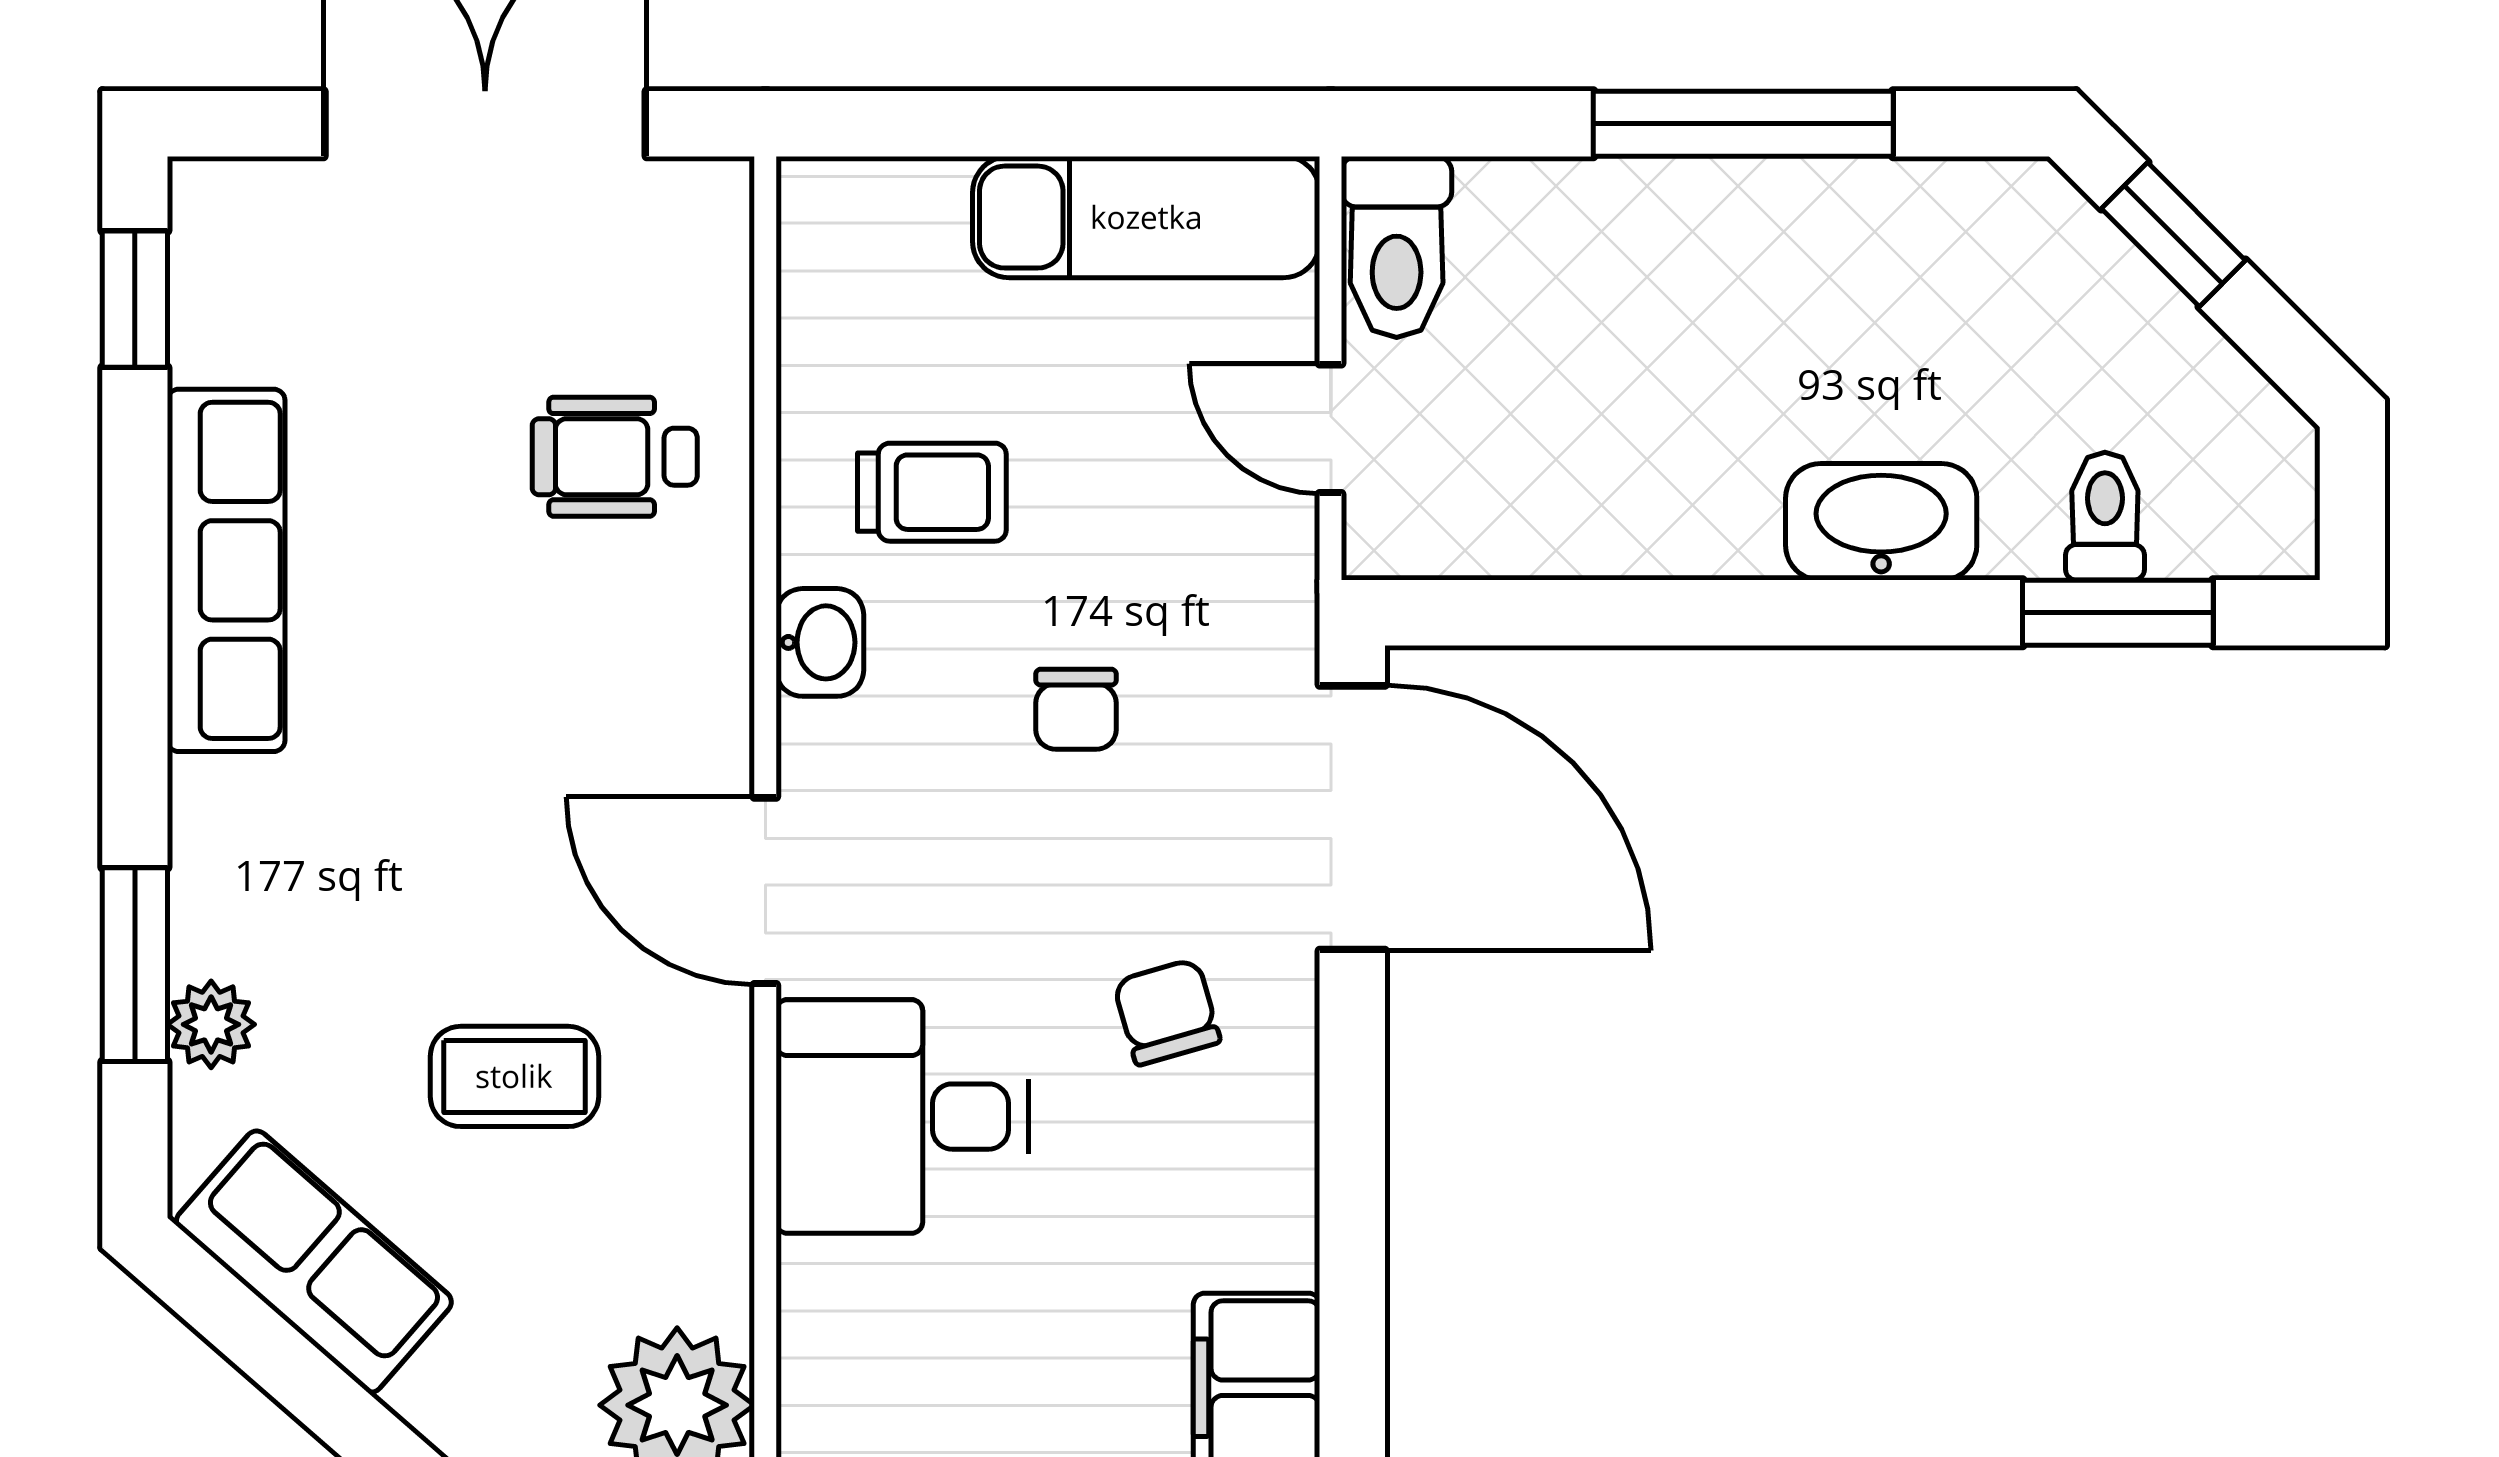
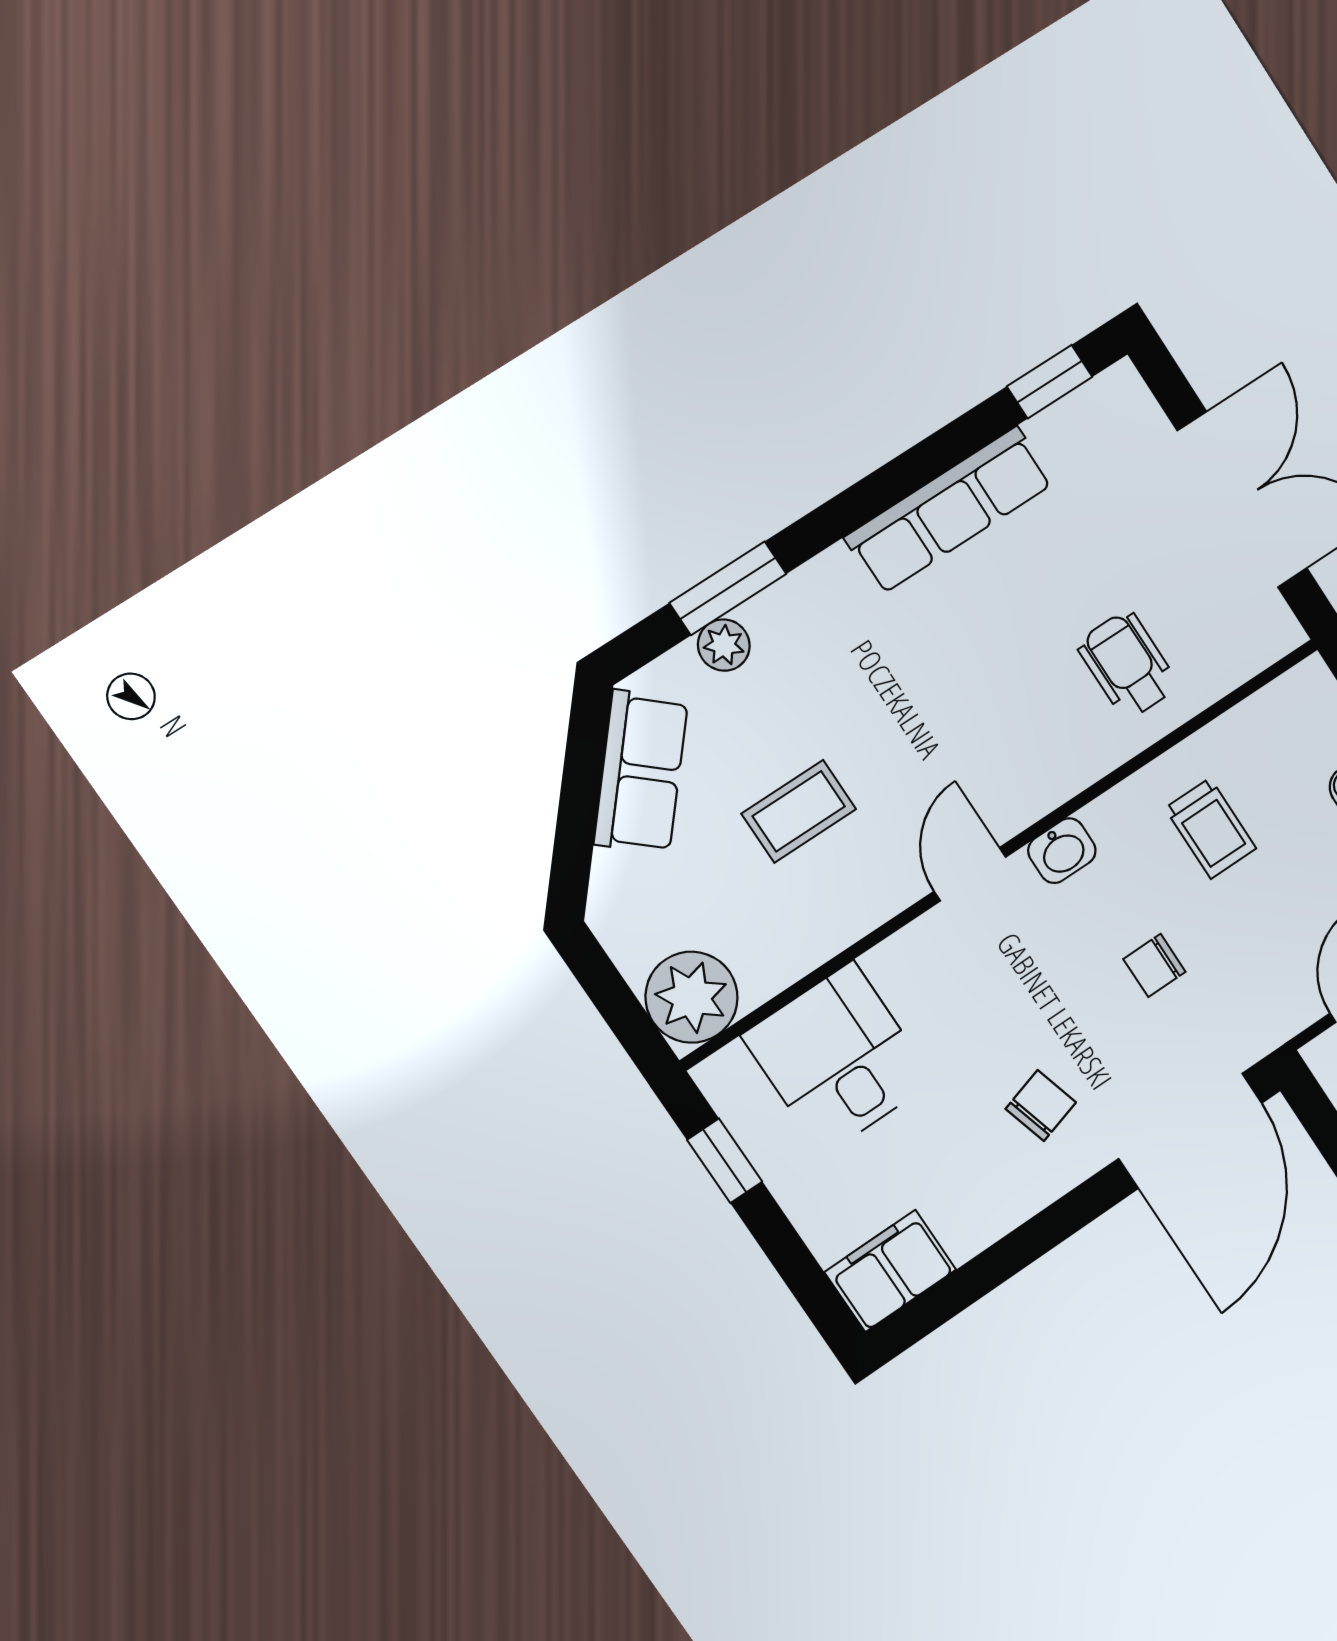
washbasin: (820, 642) -> (1062, 851), moved
door: (765, 891) -> (970, 874), width x0.73
coffee table: (514, 1076) -> (799, 811), turned 90
desk: (902, 1117) -> (838, 1058), moved

